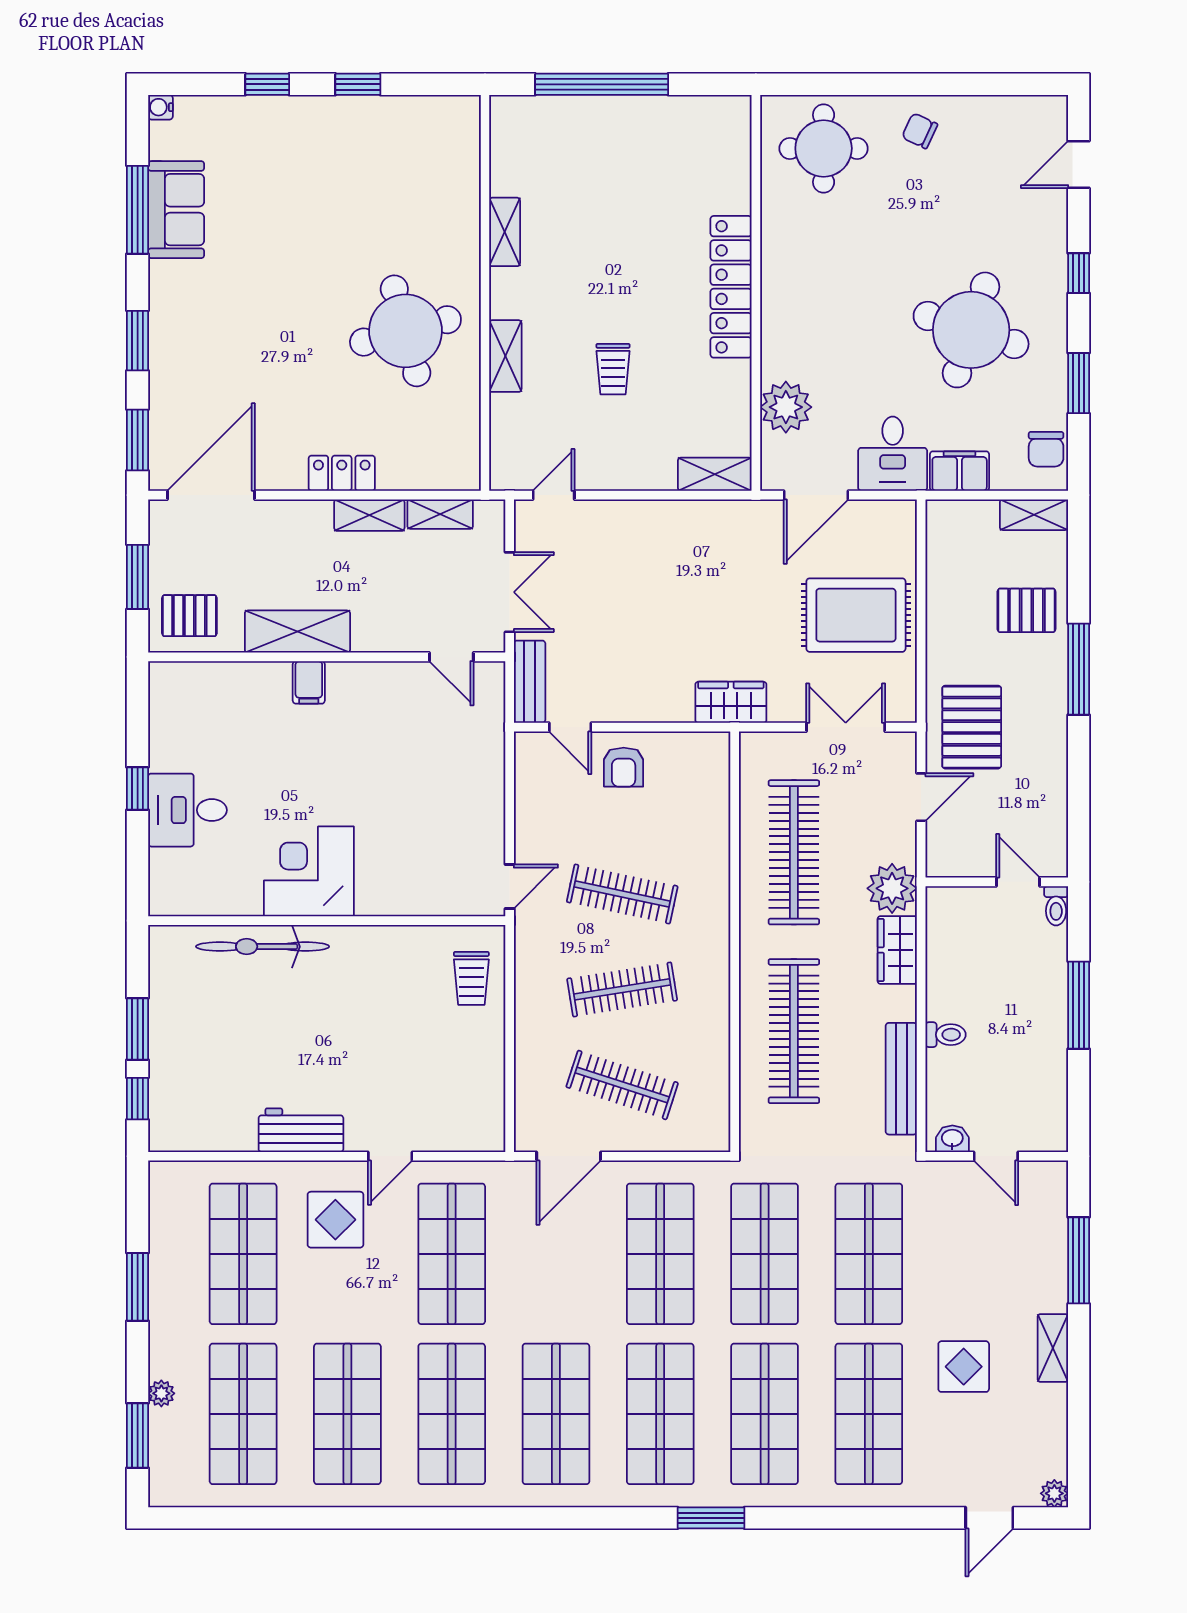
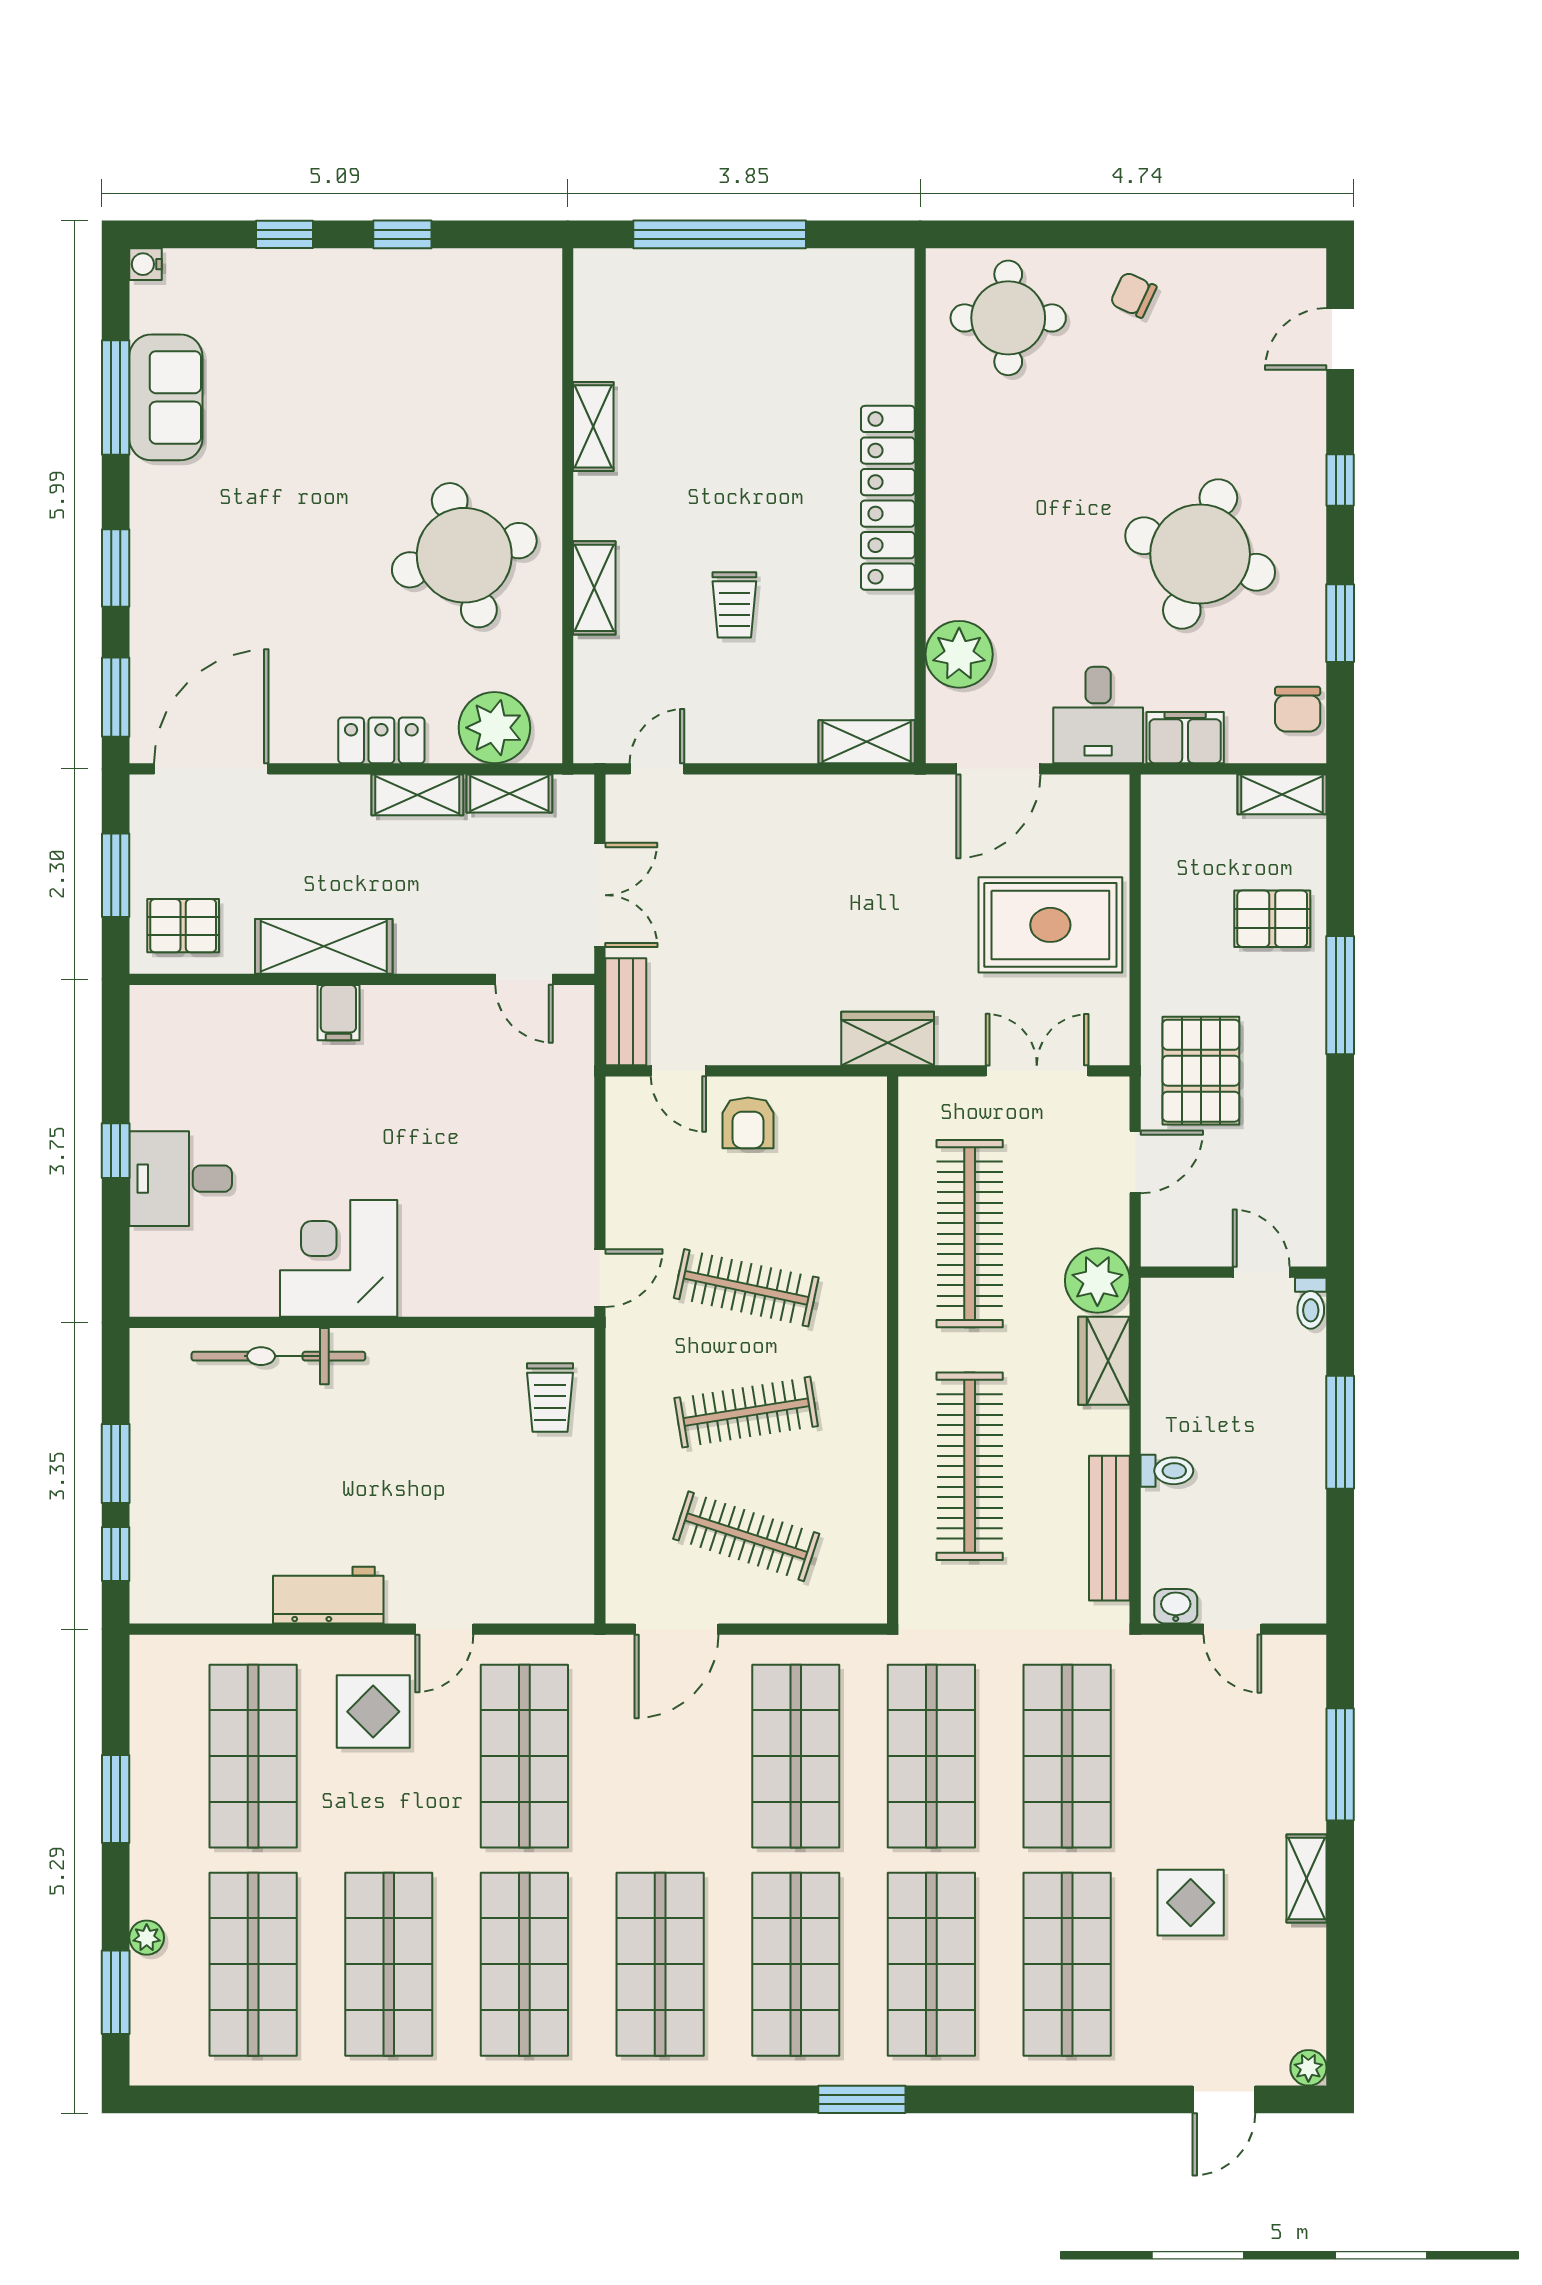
plant: (429, 463) -> (494, 728), added

